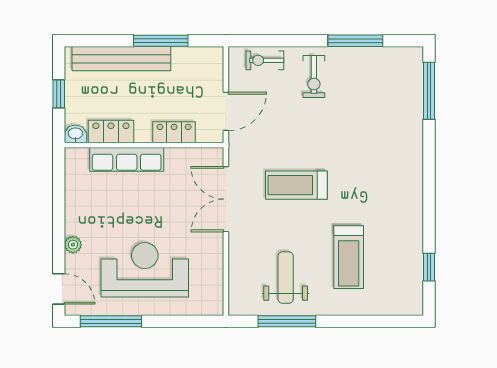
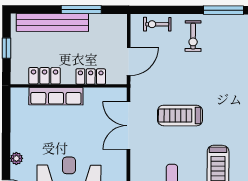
washbasin: (75, 134) -> (19, 77), removed

